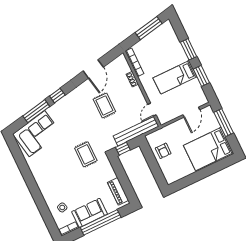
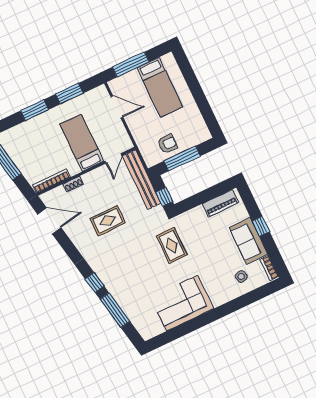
door: (93, 69) -> (49, 221), moved
bed: (175, 77) -> (82, 143), moved, turned 180
door: (152, 110) -> (113, 158), hinge flipped
corner sofa: (37, 134) -> (182, 303), moved, turned -79
bed: (208, 149) -> (160, 87), width x0.67
rug: (86, 154) -> (172, 245), turned 90
window: (152, 162) -> (182, 159), added
window: (101, 222) -> (261, 226), width x0.32

